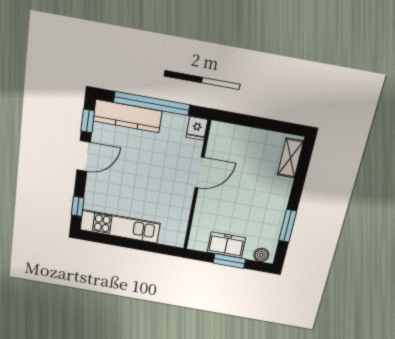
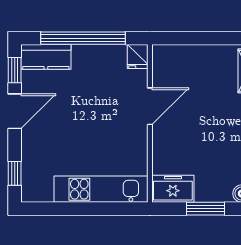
kitchen counter: (128, 116) -> (46, 57), width x0.67
kitchen unit: (120, 226) -> (101, 189), moved
freezer: (226, 245) -> (173, 189), moved

